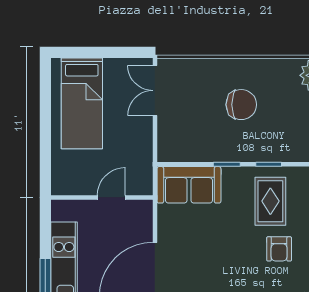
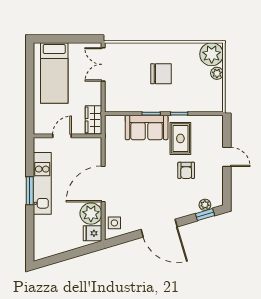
wardrobe: (140, 173) -> (93, 120), added
sofa: (189, 185) -> (147, 127), moved
door: (111, 197) -> (62, 136), moved

